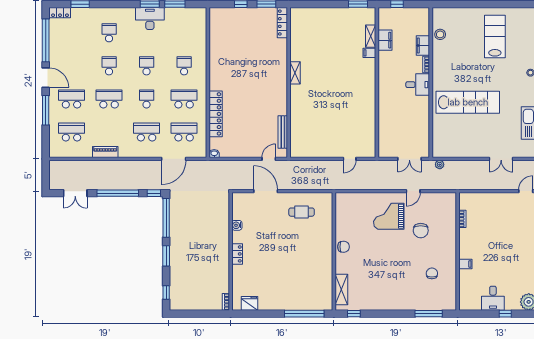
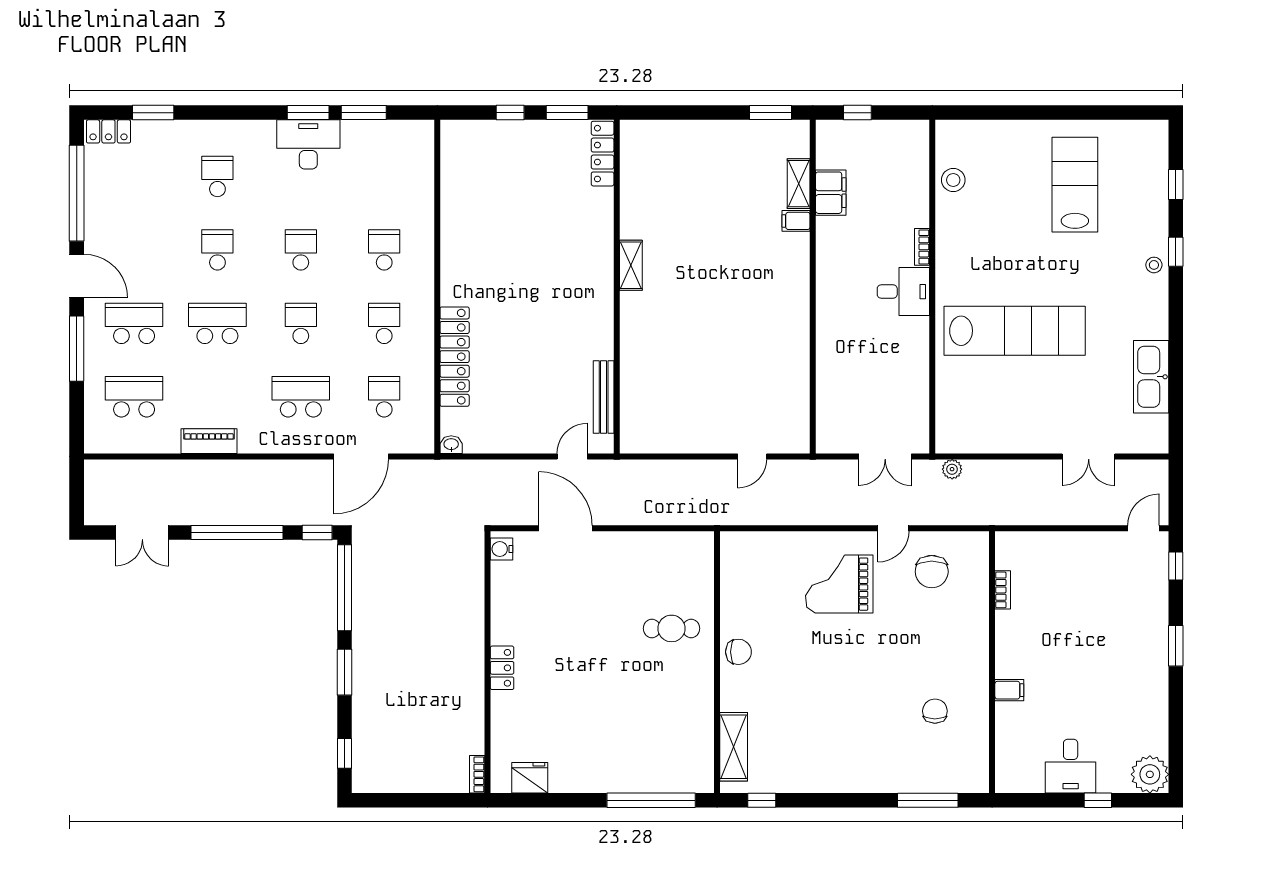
filing cabinet: (423, 46) -> (915, 205), removed
school desk: (184, 99) -> (384, 323), width x0.54
school desk: (184, 132) -> (384, 397), width x0.54
cafe table: (302, 212) -> (671, 628), moved
water cooler: (237, 225) -> (501, 549), moved
chair: (421, 231) -> (932, 572), moved

